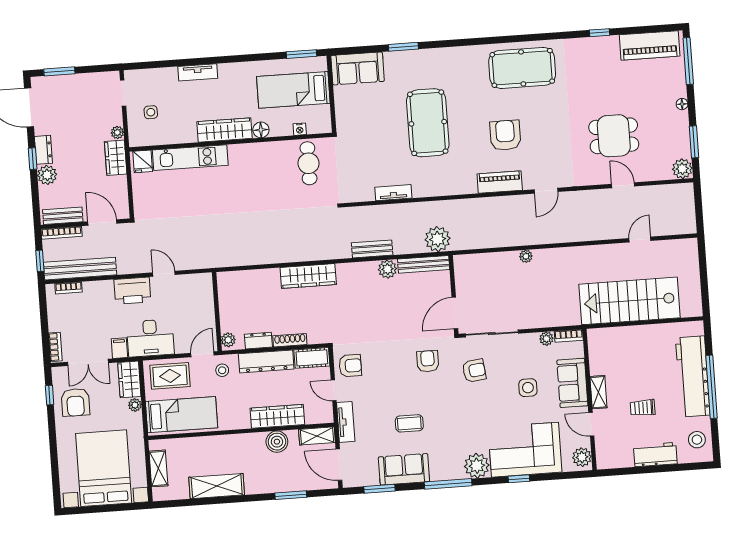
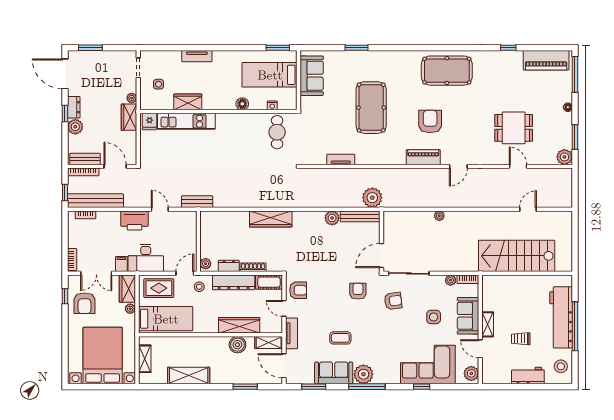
sofa: (358, 68) -> (312, 76), moved, turned -90
wardrobe: (225, 130) -> (188, 102), moved, width x0.67
bench: (372, 249) -> (197, 202), moved
plant: (477, 466) -> (363, 374), moved

